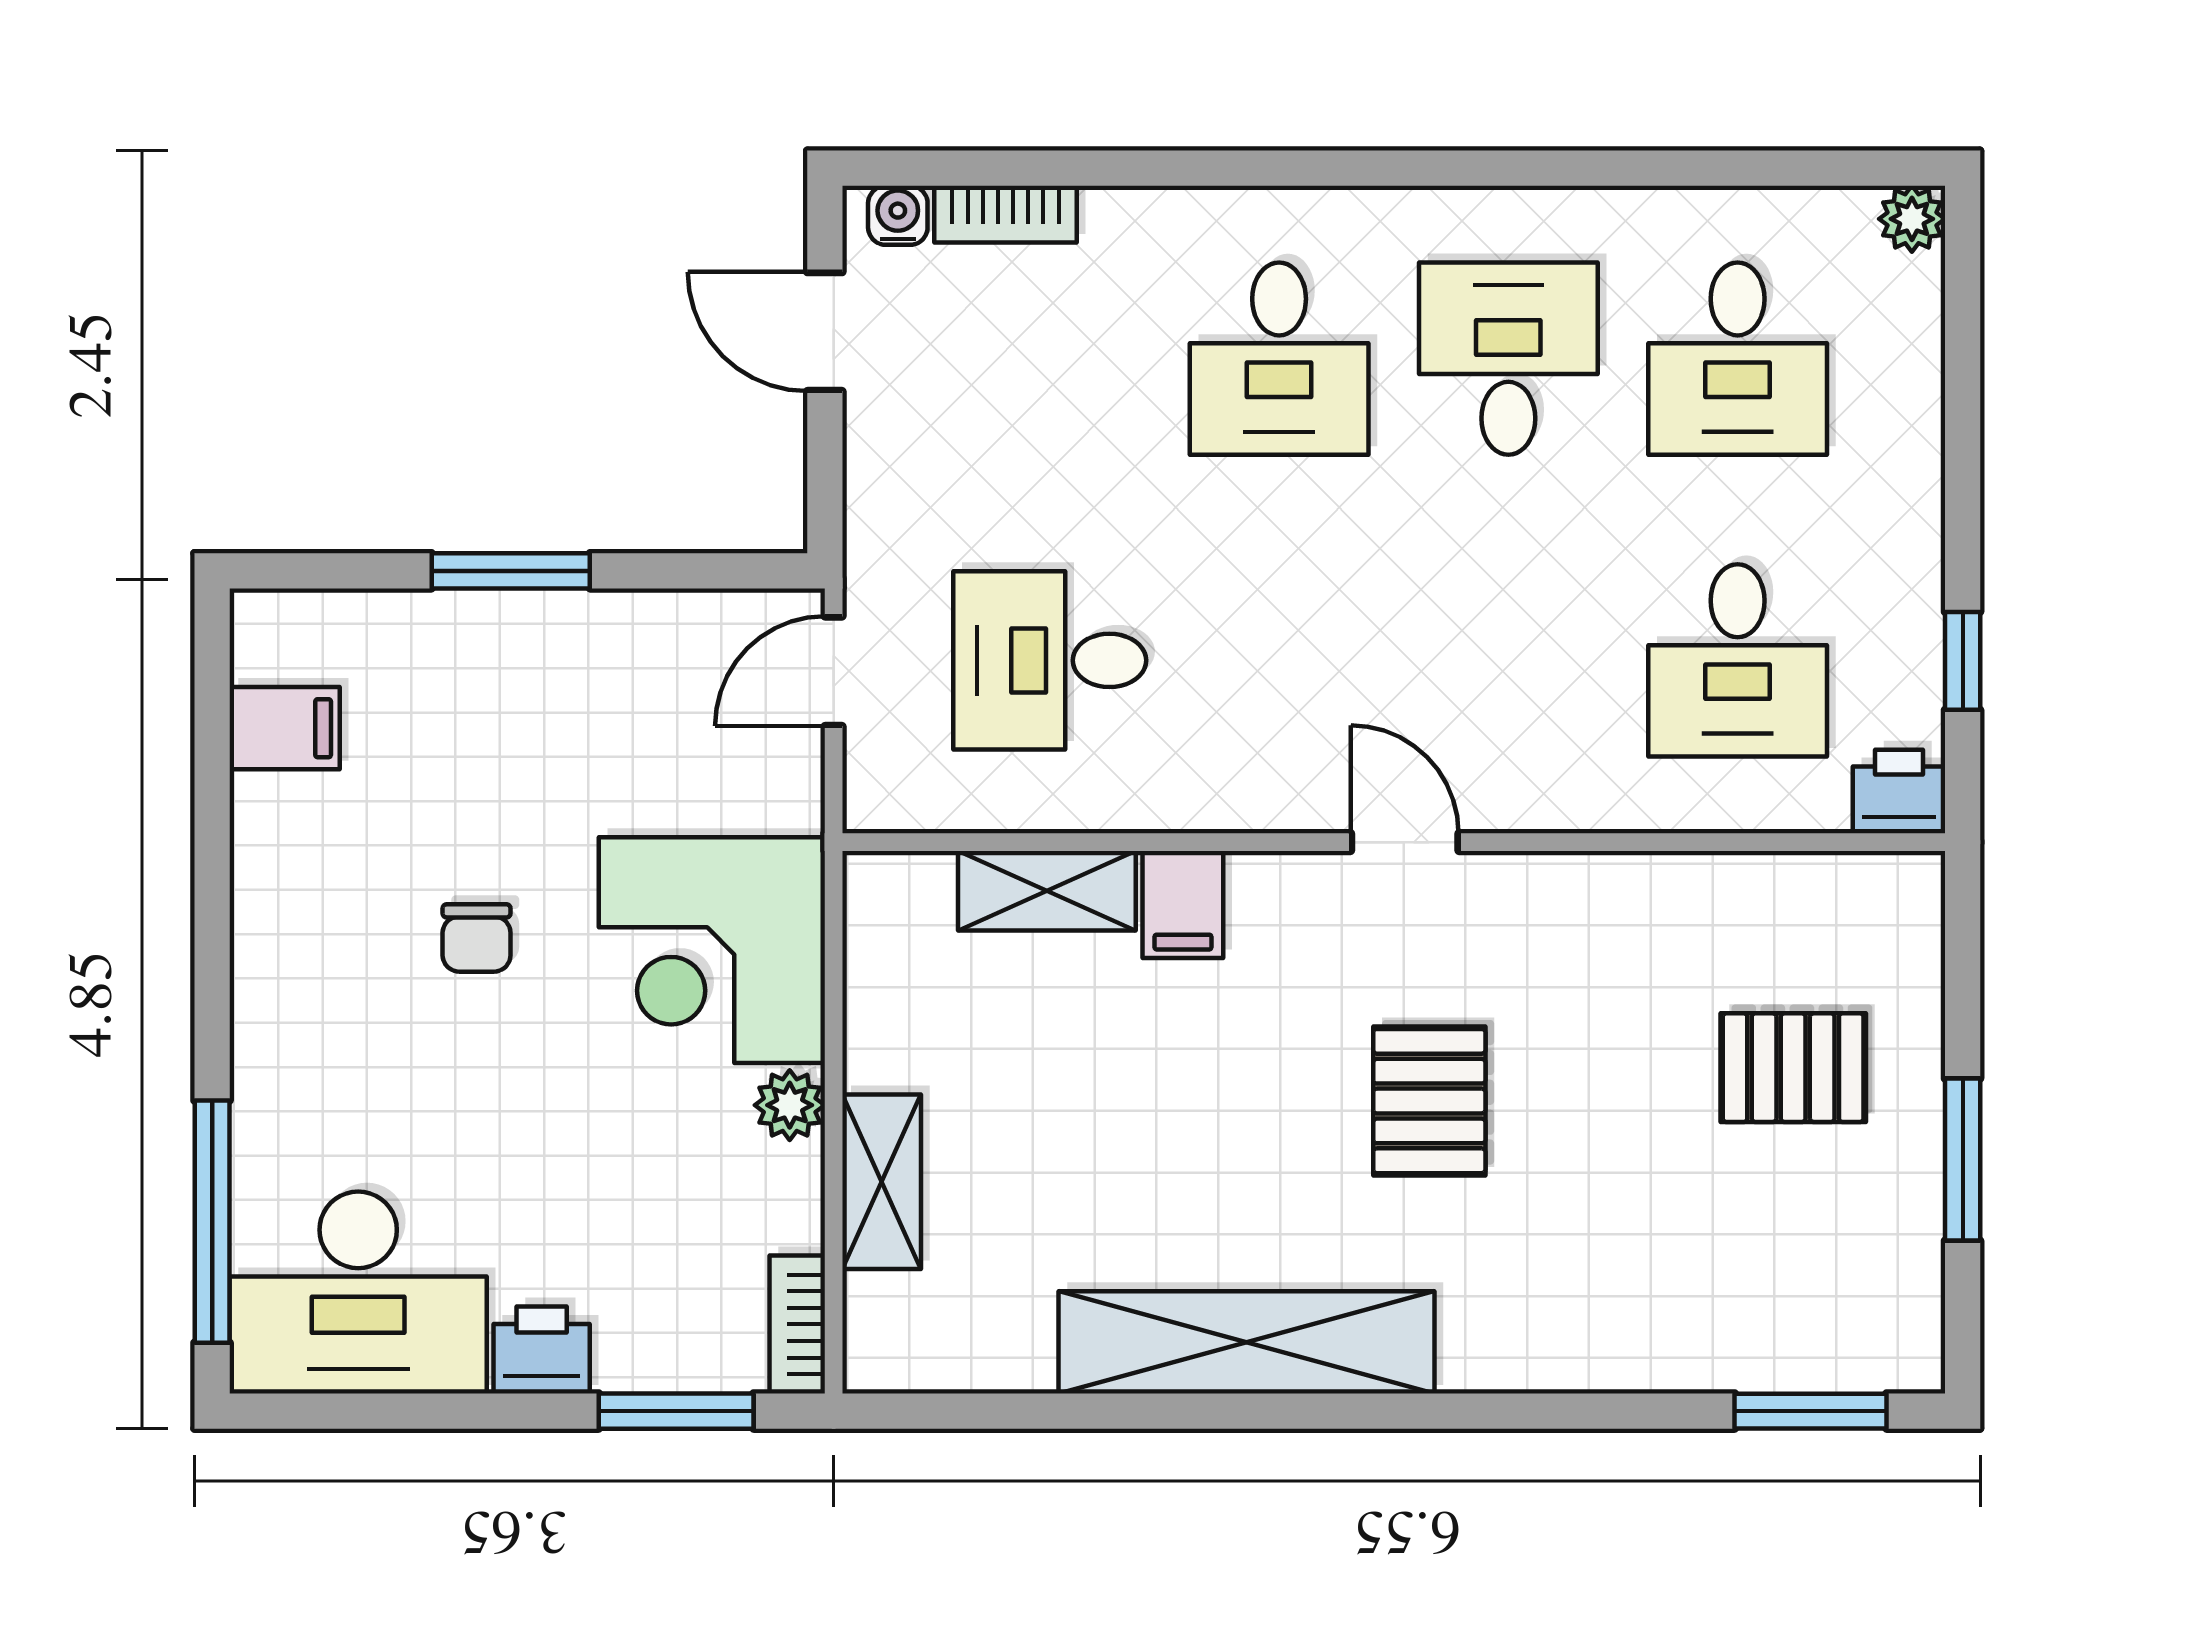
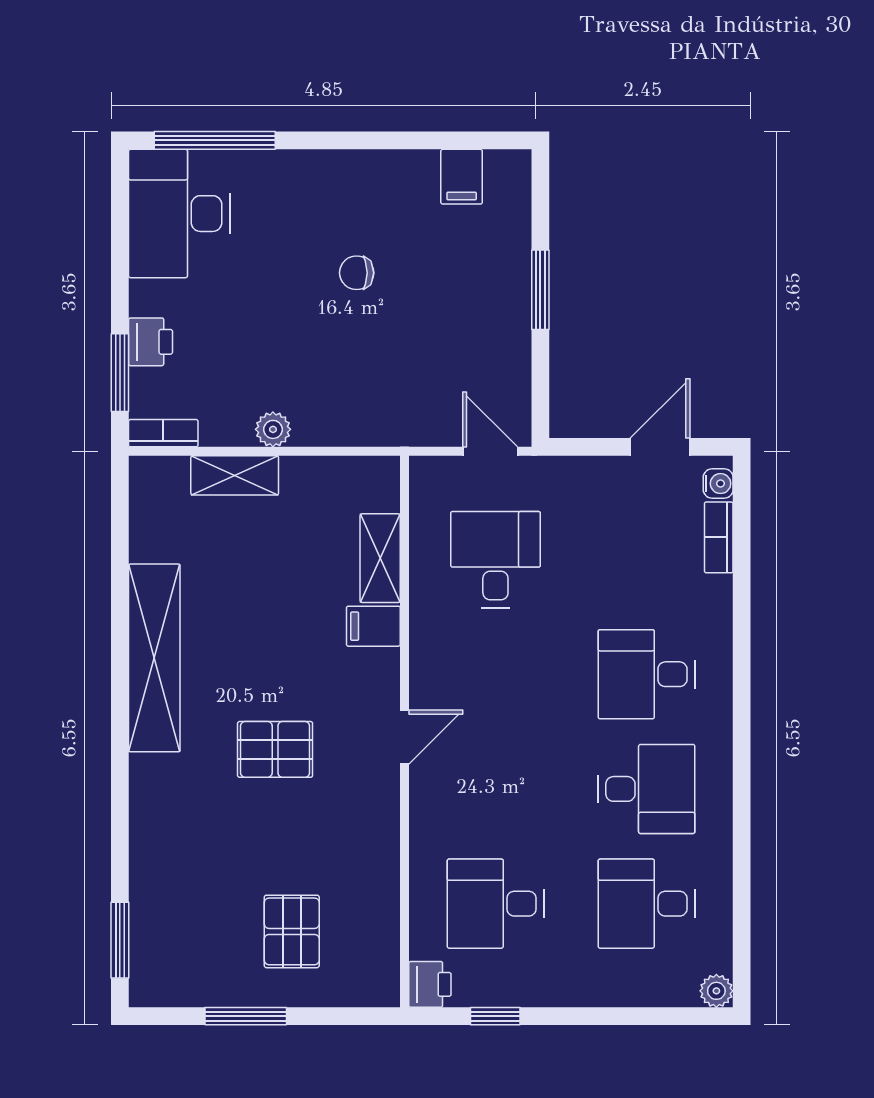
corner desk: (712, 950) -> (351, 390), removed
printer: (542, 1350) -> (151, 342), moved

